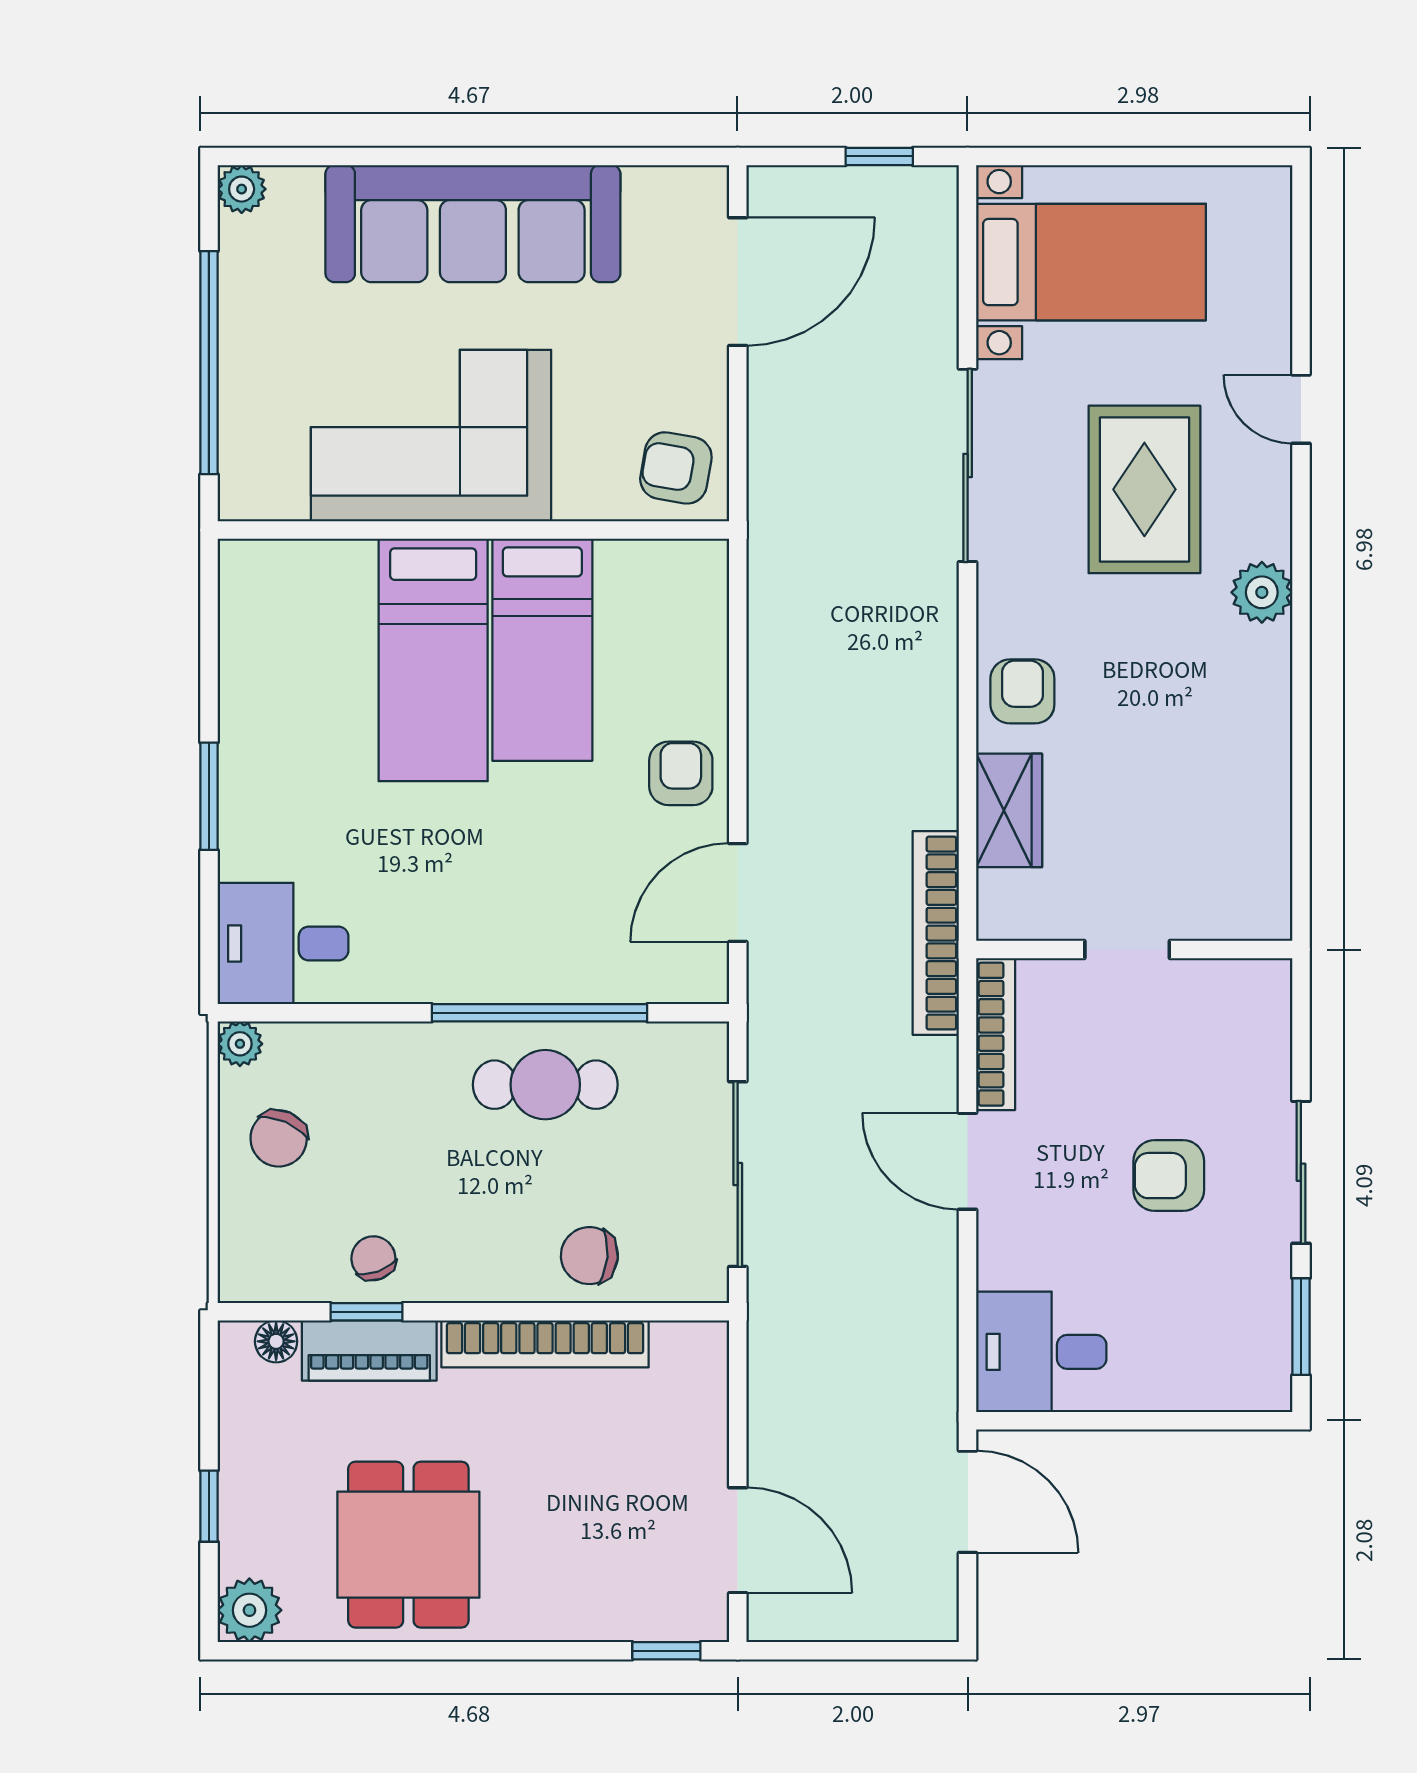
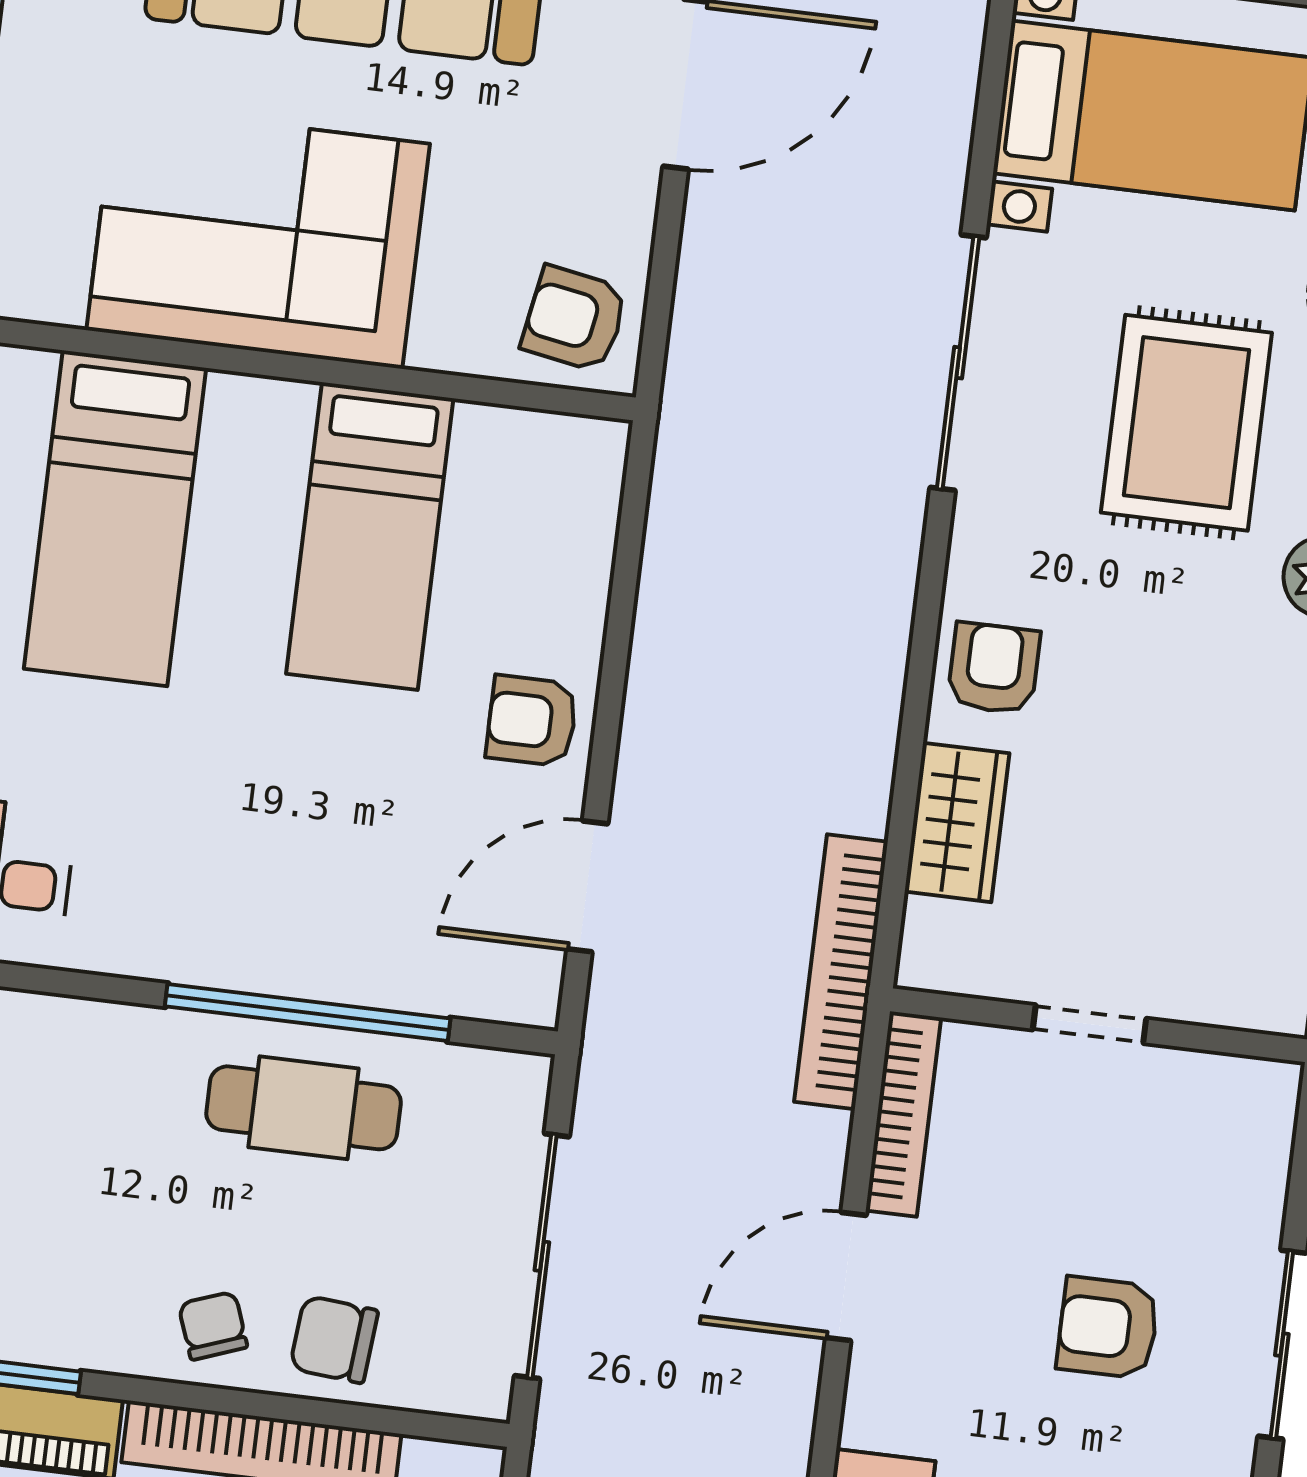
bed: (433, 660) -> (115, 518), moved
armchair: (681, 773) -> (532, 721), turned -90
door: (968, 1161) -> (846, 1277), hinge flipped
chair: (373, 1258) -> (213, 1326), moved

